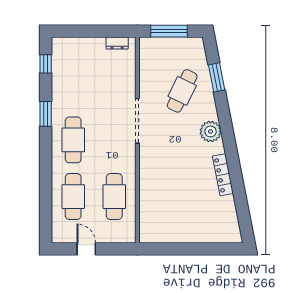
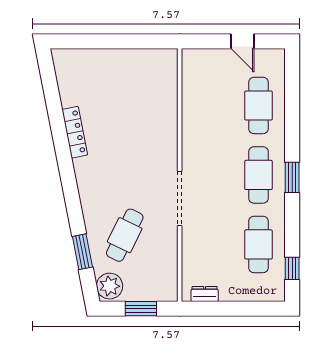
window: (169, 31) -> (141, 309), width x0.69
window: (46, 114) -> (292, 177), moved
plant: (211, 131) -> (110, 286), moved
cafe table: (114, 197) -> (258, 244), moved

